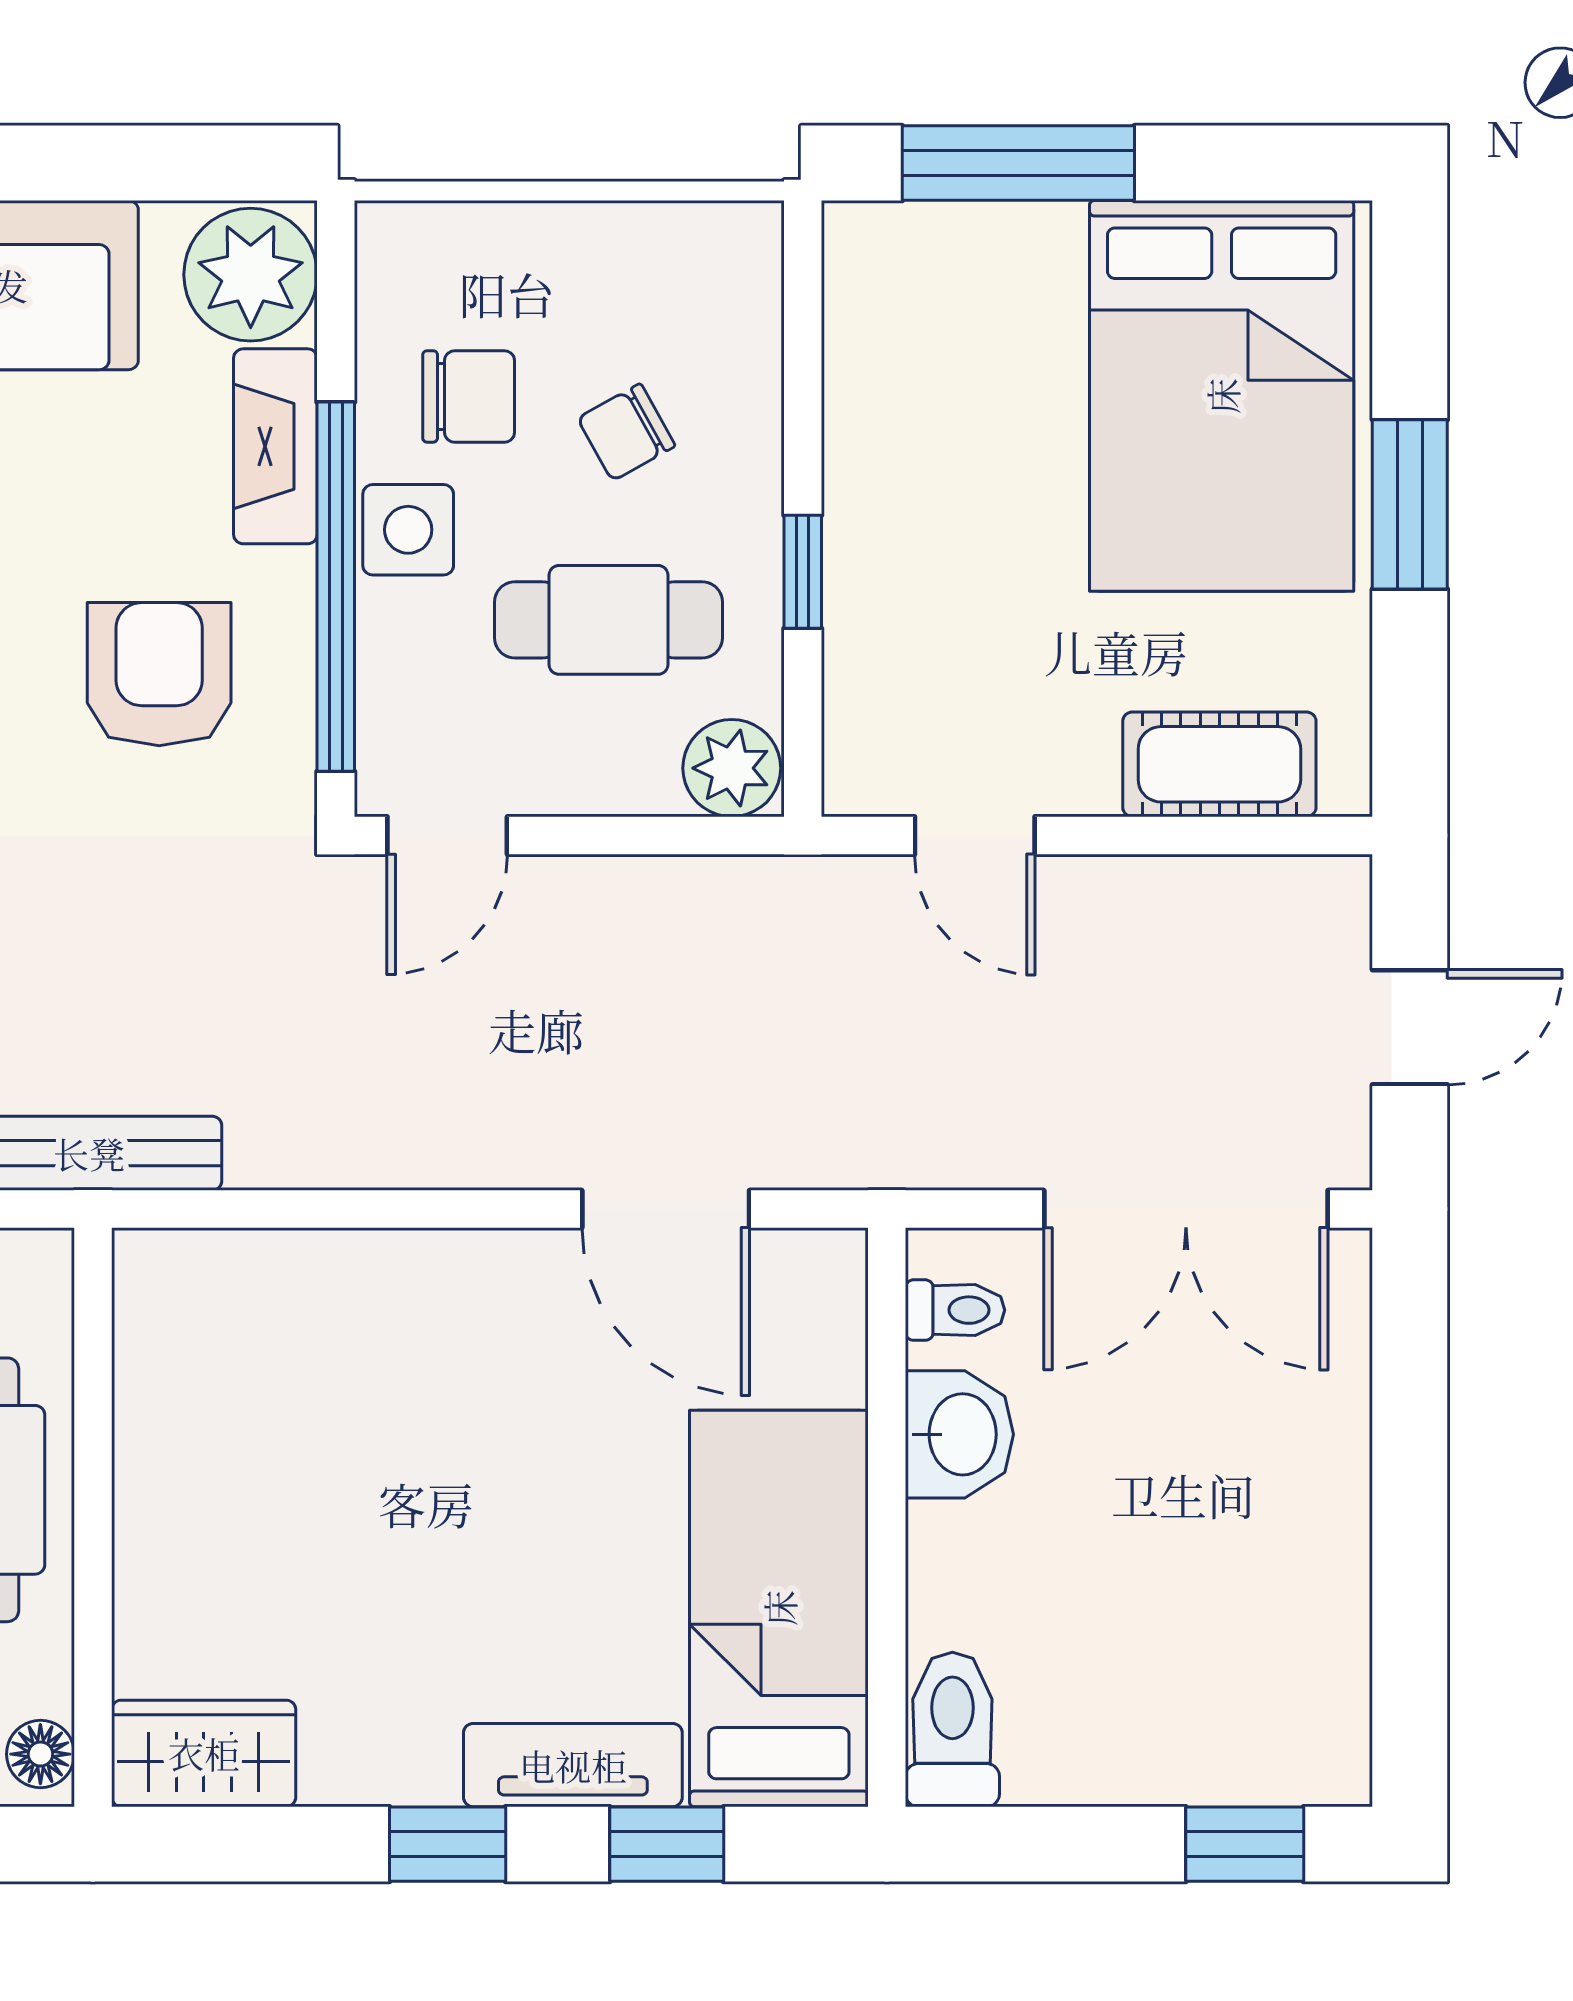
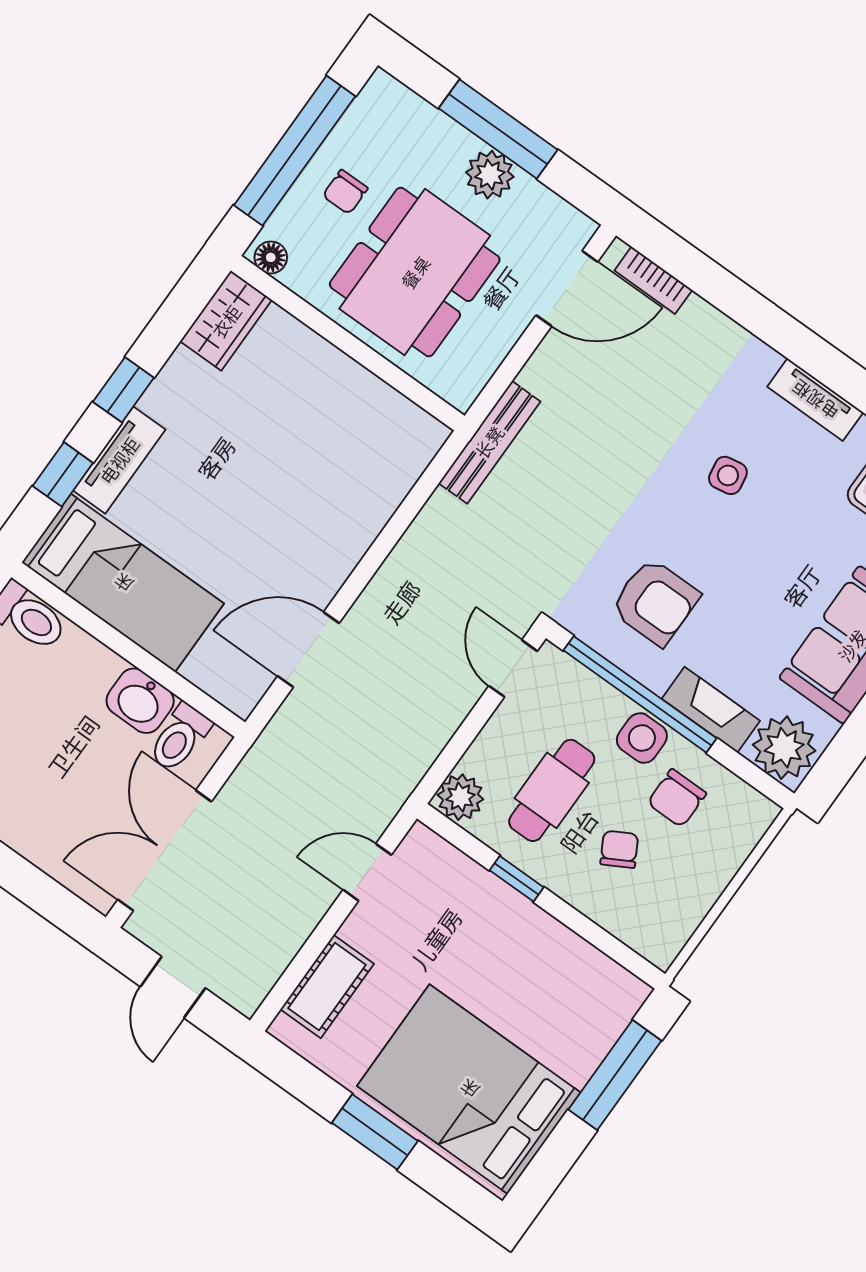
toilet: (955, 1310) -> (180, 738), width x1.37, depth x1.39

